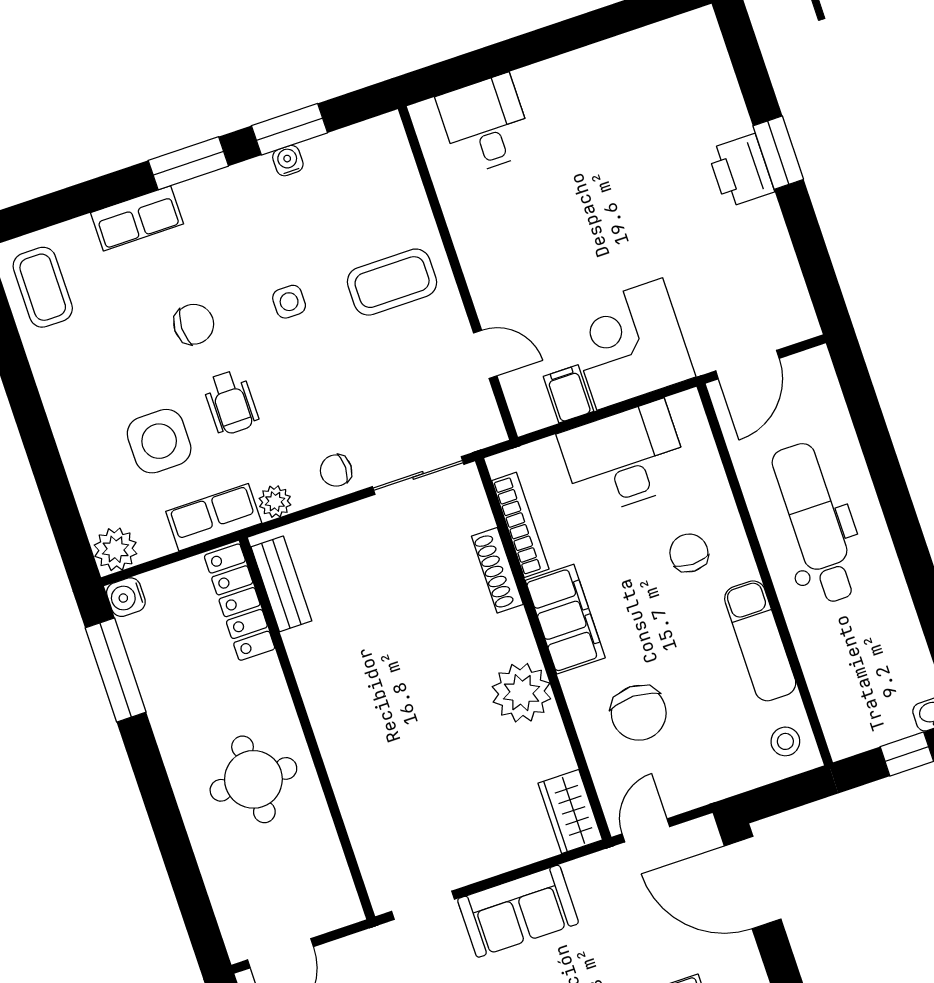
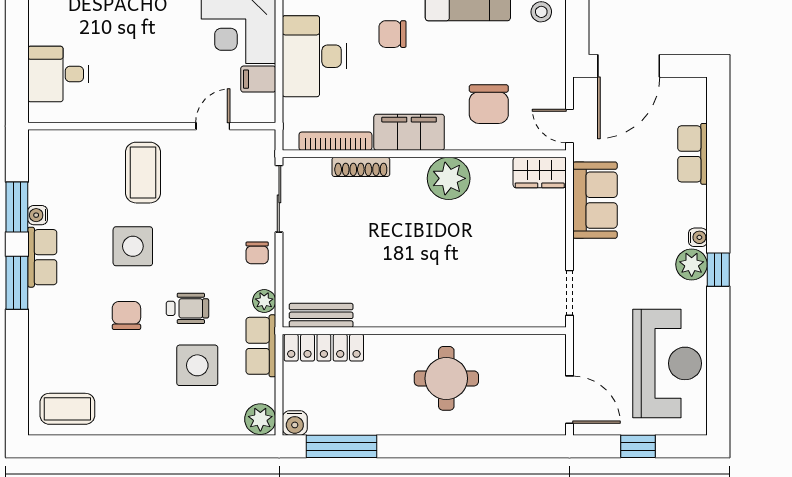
row of seats: (137, 218) -> (42, 257), moved
side table: (289, 302) -> (133, 246), width x1.87, depth x1.87
chair: (639, 713) -> (489, 104), turned 90
sofa: (518, 911) -> (595, 200), moved

